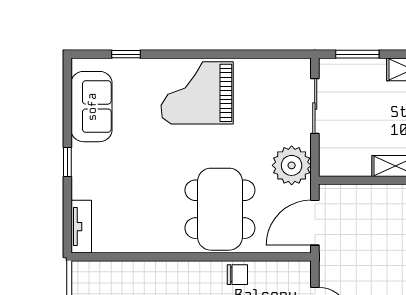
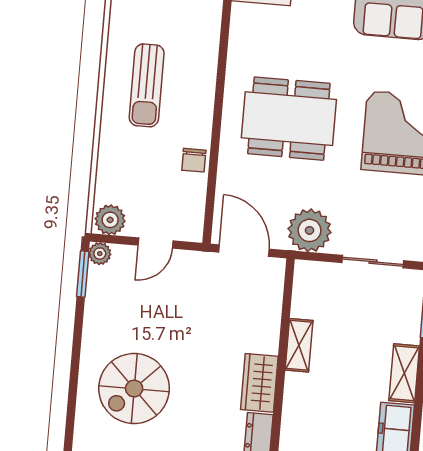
dining table: (220, 209) -> (289, 119), moved

